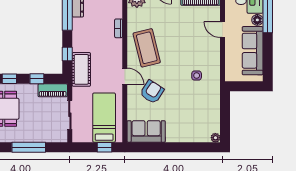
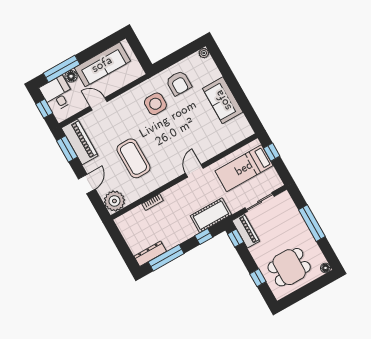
door: (223, 30) -> (99, 104), swing flipped
coffee table: (147, 48) -> (133, 158), moved, turned -76
side table: (197, 75) -> (155, 104), width x1.87, depth x1.87
window: (37, 79) -> (236, 238), moved
armchair: (152, 92) -> (179, 83), moved, turned -123
sofa: (146, 131) -> (223, 100), moved

